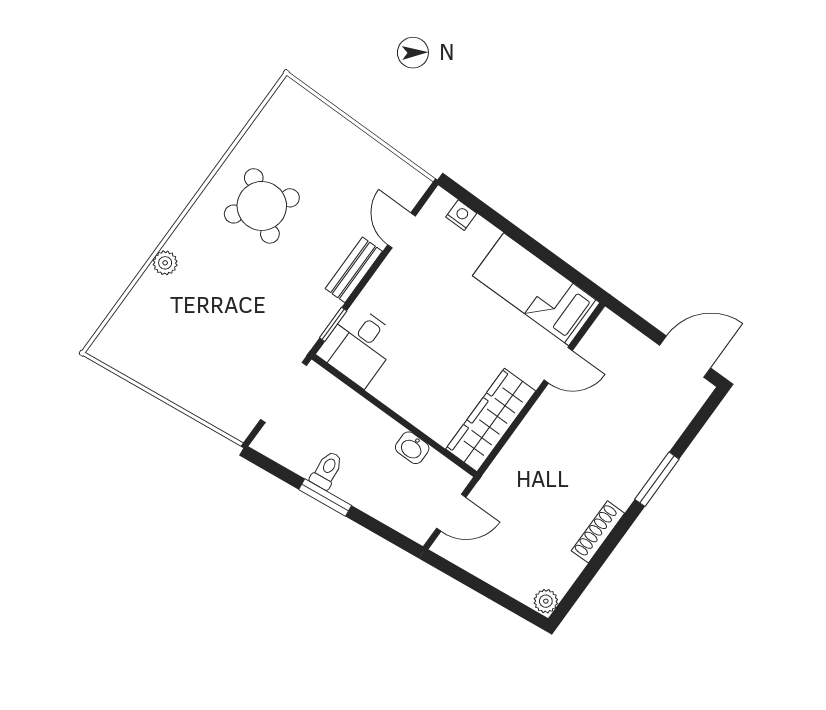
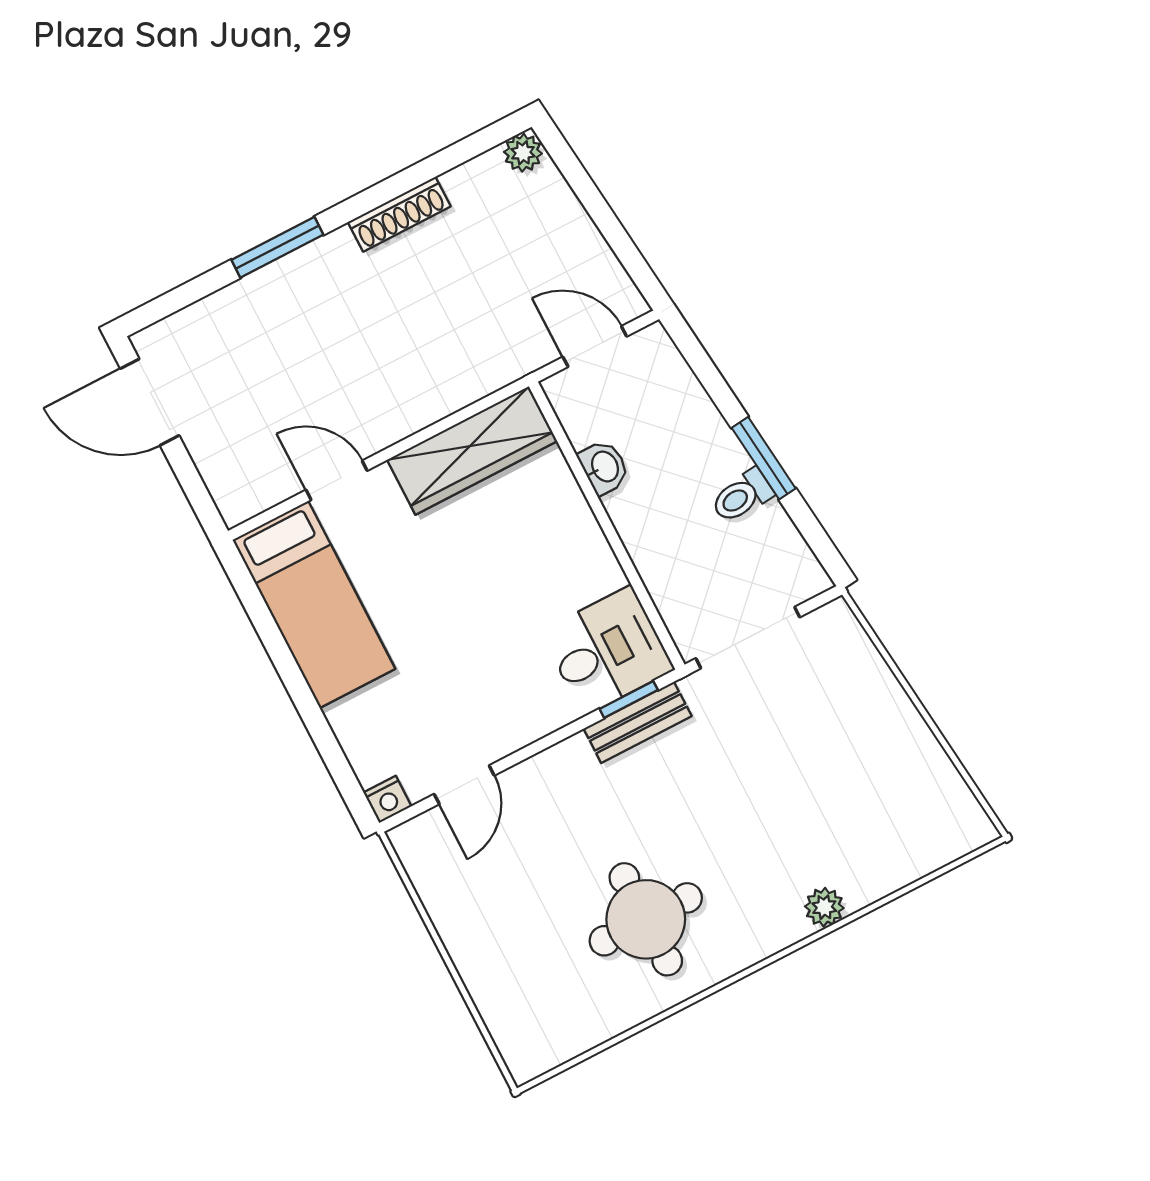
round table: (262, 206) -> (646, 919), turned -38
nightstand: (461, 215) -> (387, 799), moved, turned -90
bench: (354, 270) -> (638, 722), moved

